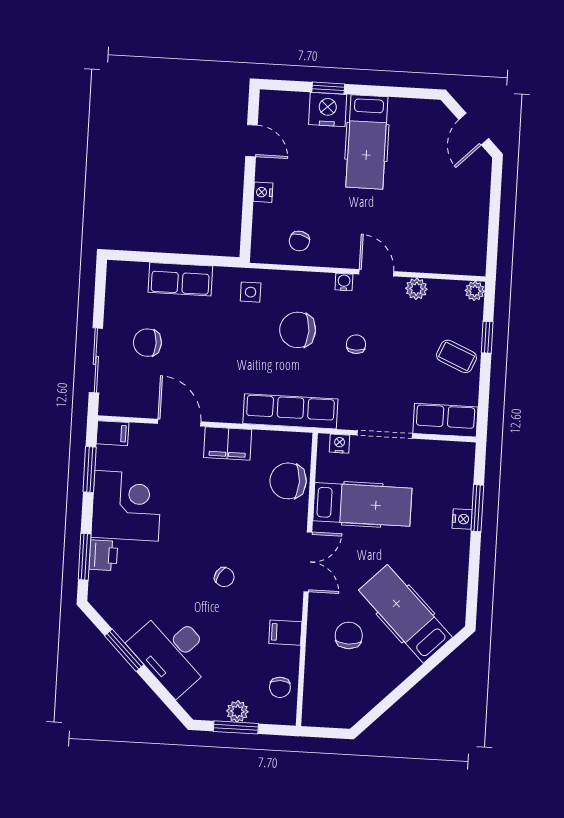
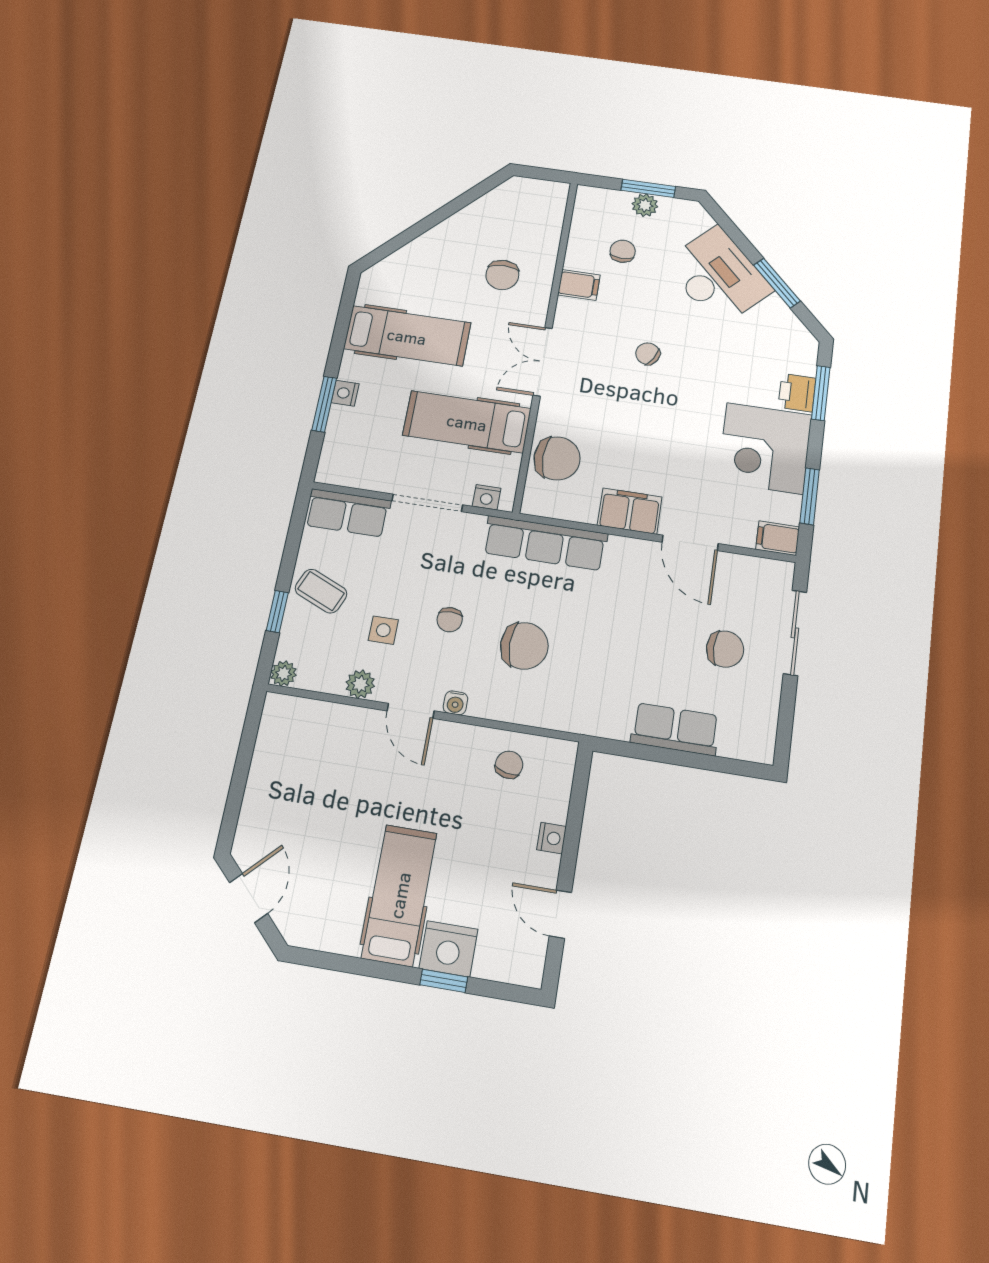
side table: (251, 292) -> (383, 630), moved
hospital bed: (405, 614) -> (407, 336), moved, turned -45
chair: (280, 687) -> (623, 251), moved

